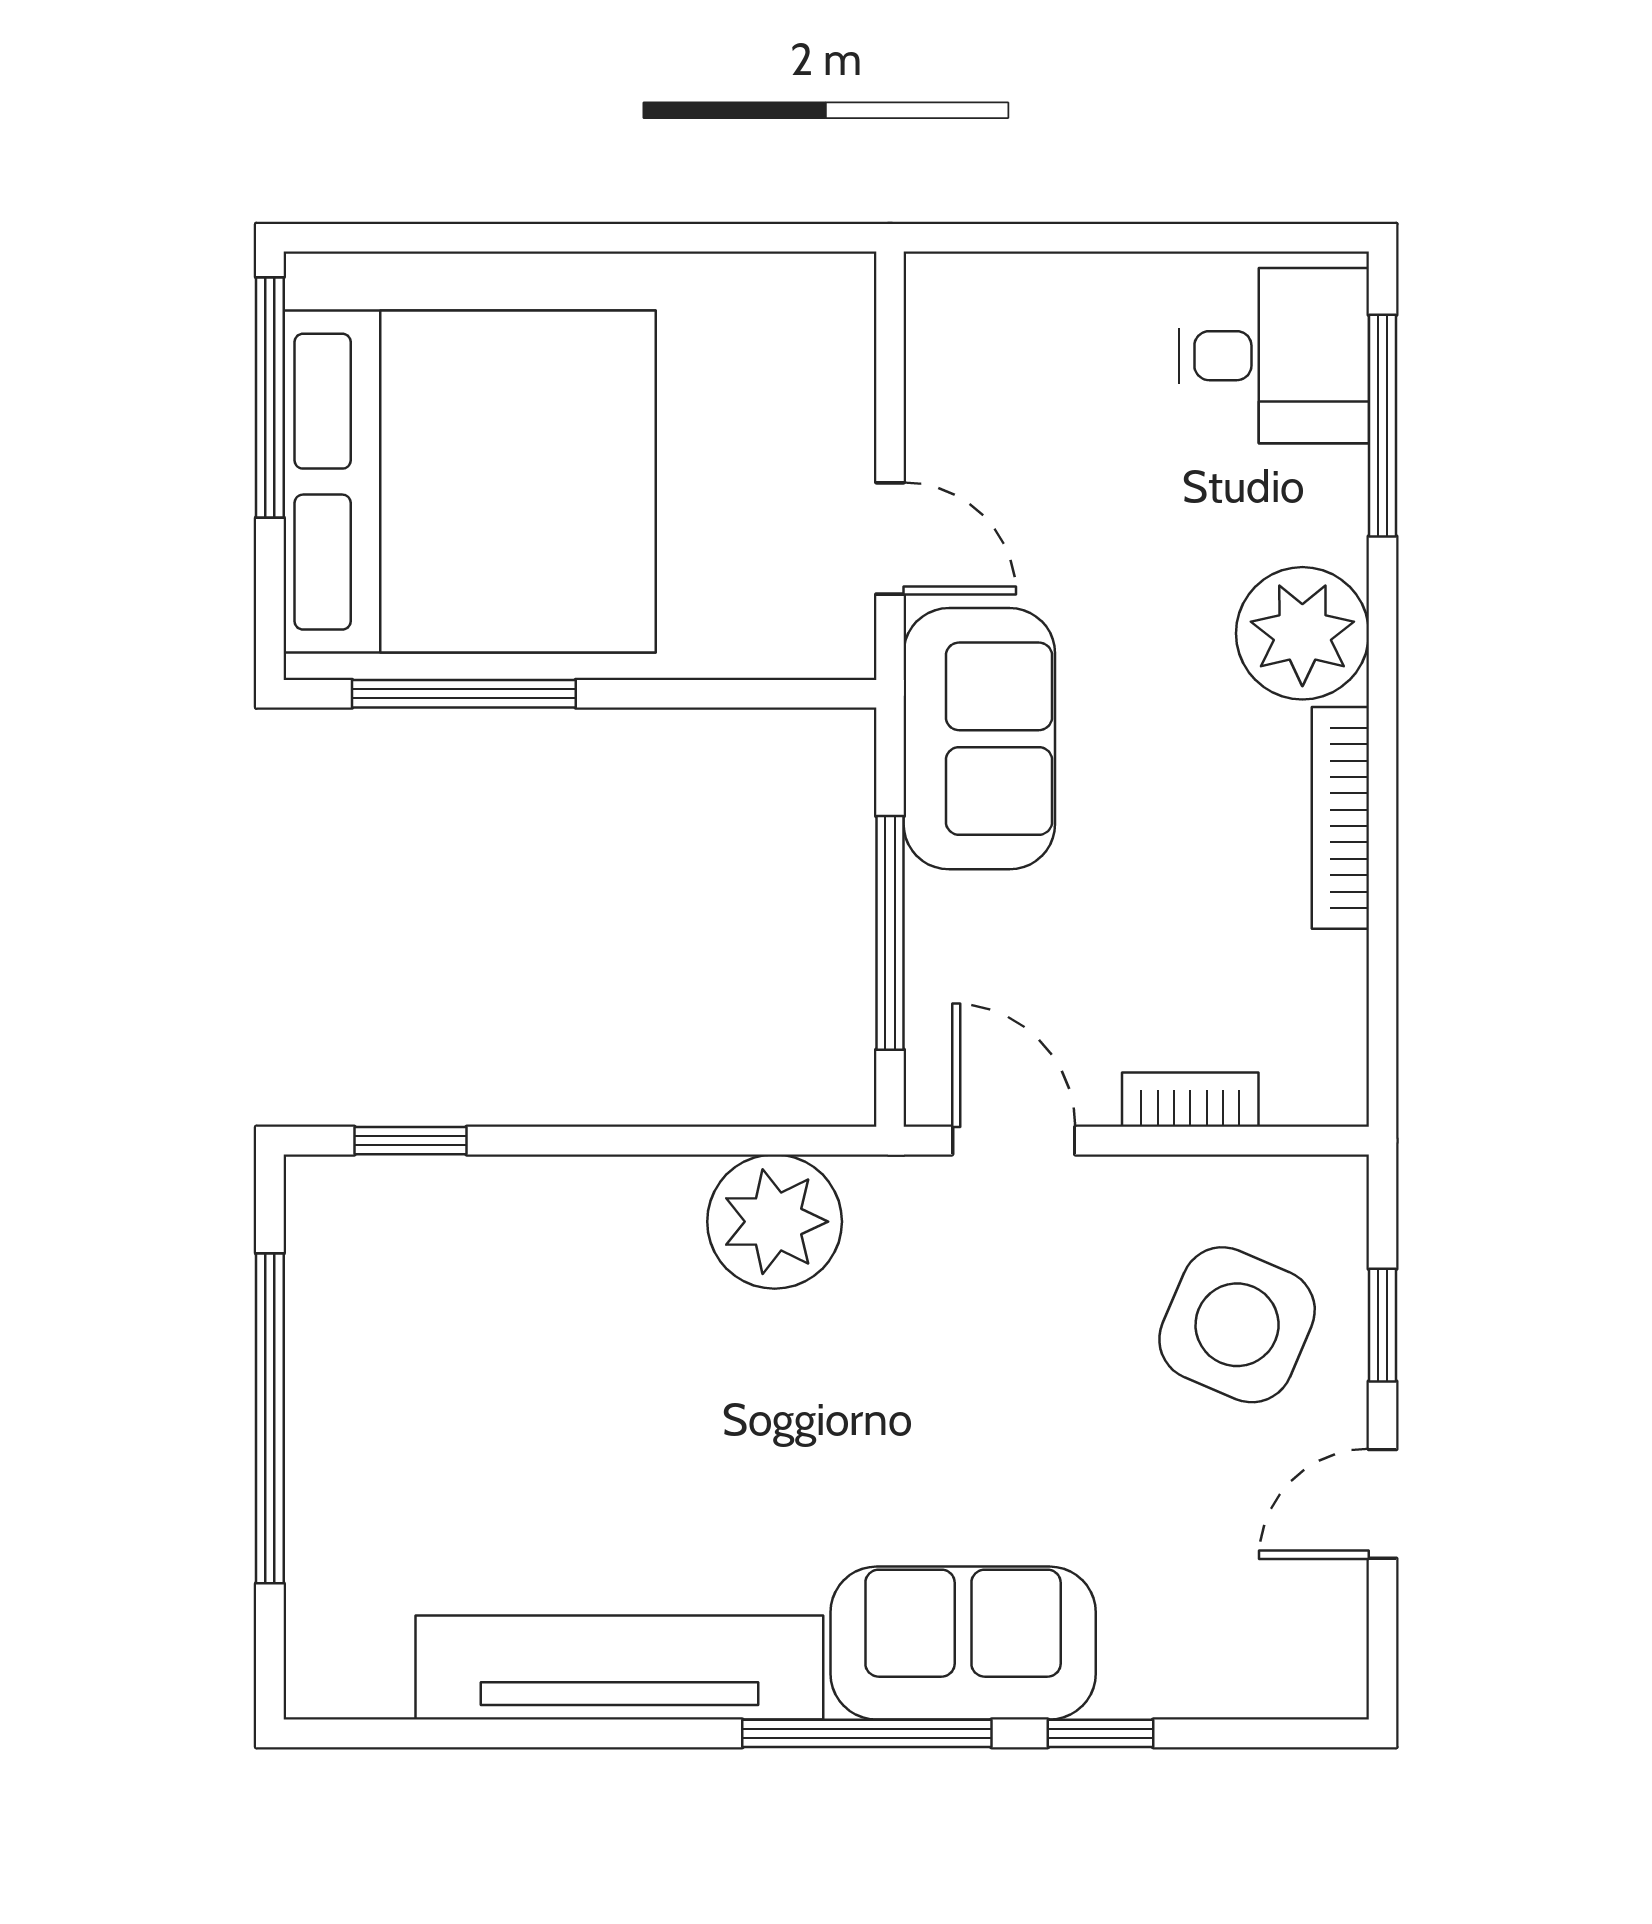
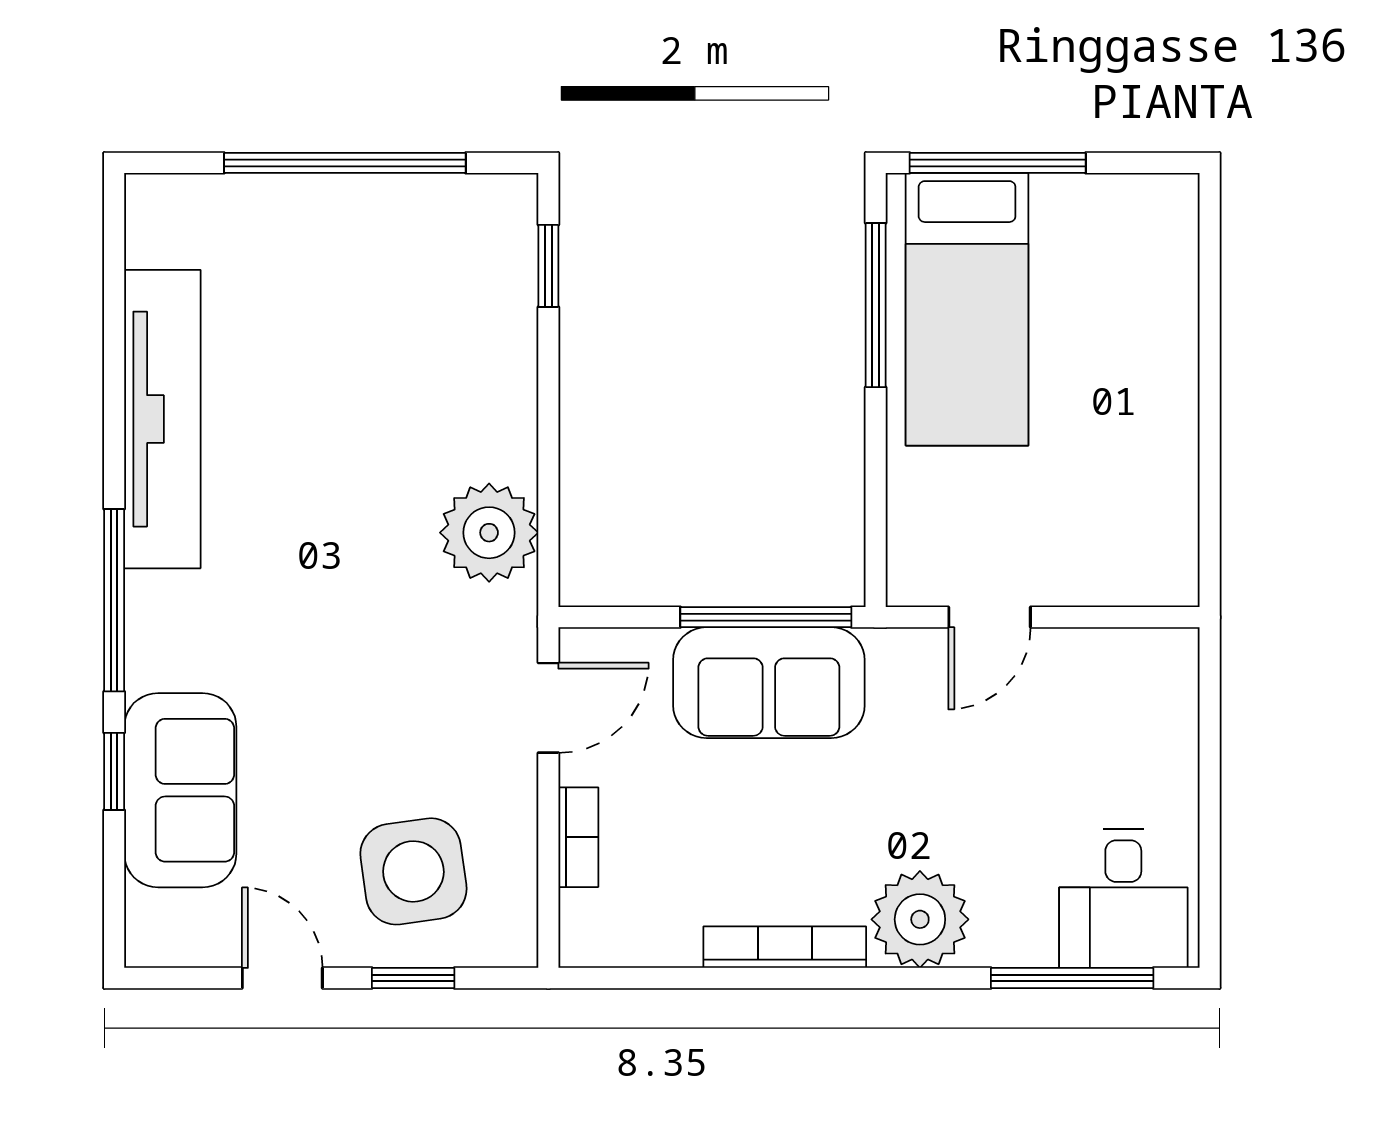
window: (270, 397) -> (998, 163), moved
bed: (470, 482) -> (967, 309), width x0.49
sofa: (979, 739) -> (769, 683), moved
window: (890, 933) -> (766, 617), moved
side table: (1237, 1325) -> (413, 871), turned -31
sofa: (963, 1643) -> (180, 790), moved

